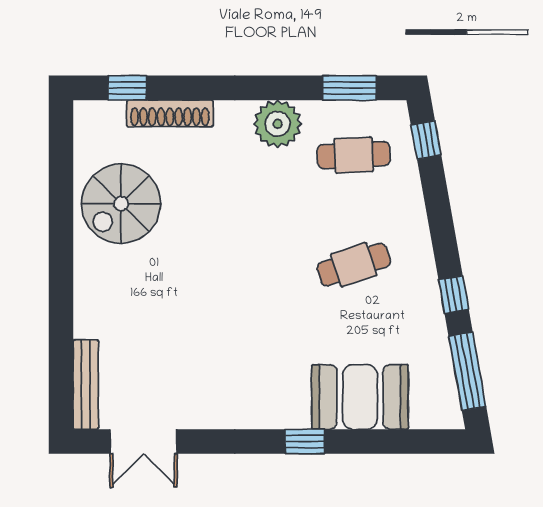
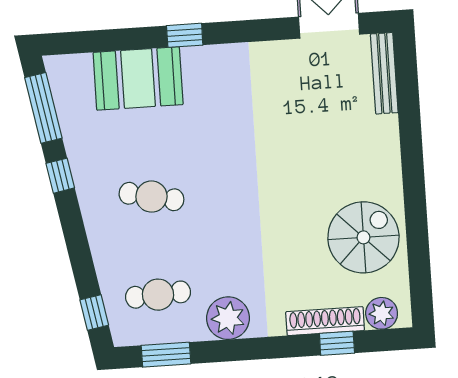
window: (127, 88) -> (337, 343), moved
plant: (107, 118) -> (382, 313), added
cafe table: (354, 265) -> (151, 197), turned 30

